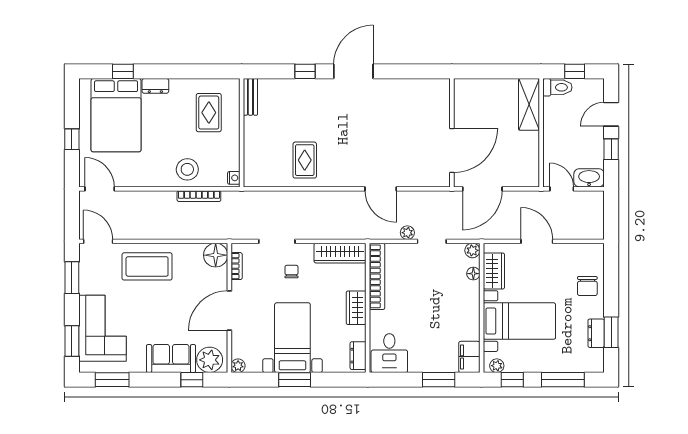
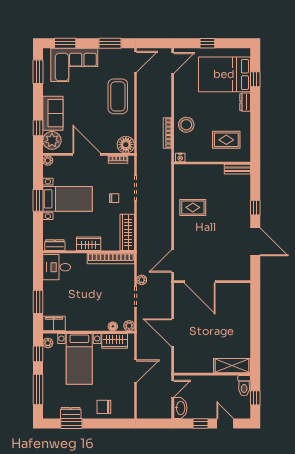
wall: (452, 133) -> (212, 282), moved
door: (452, 150) -> (200, 282), moved

